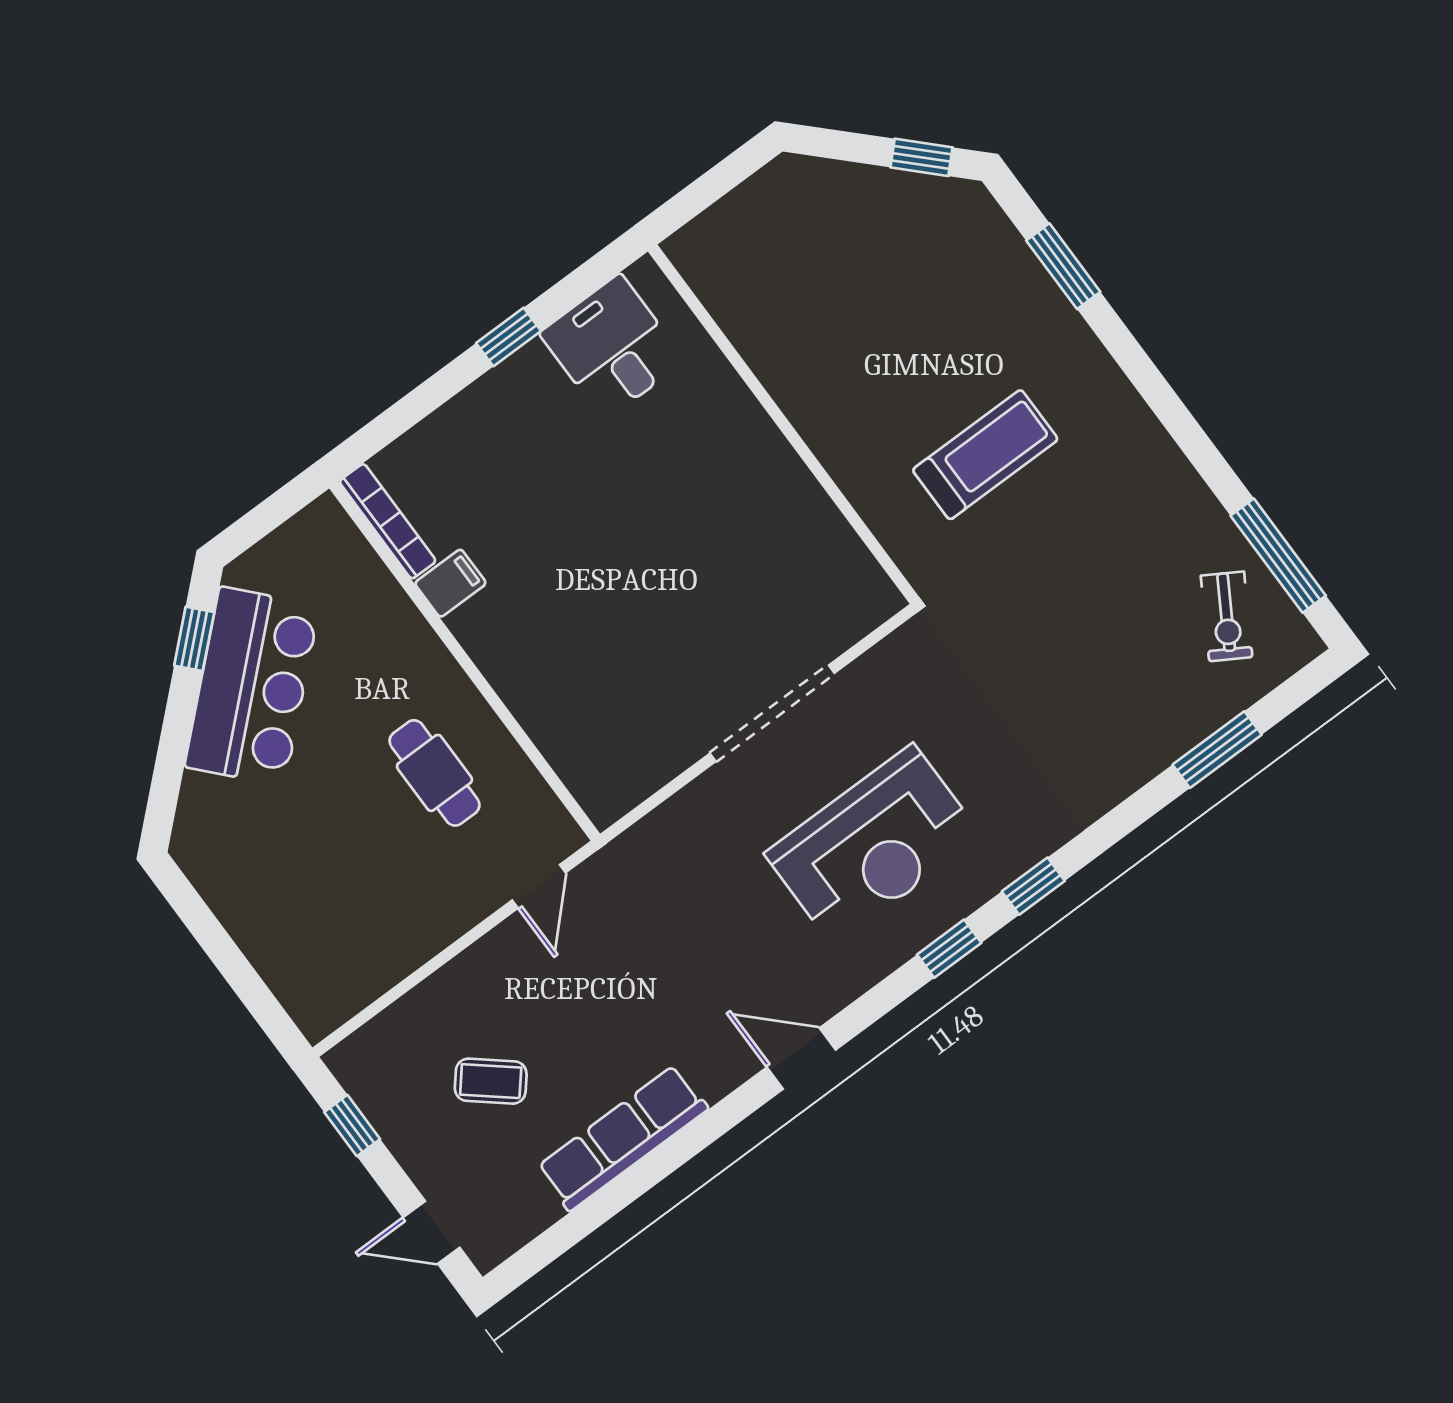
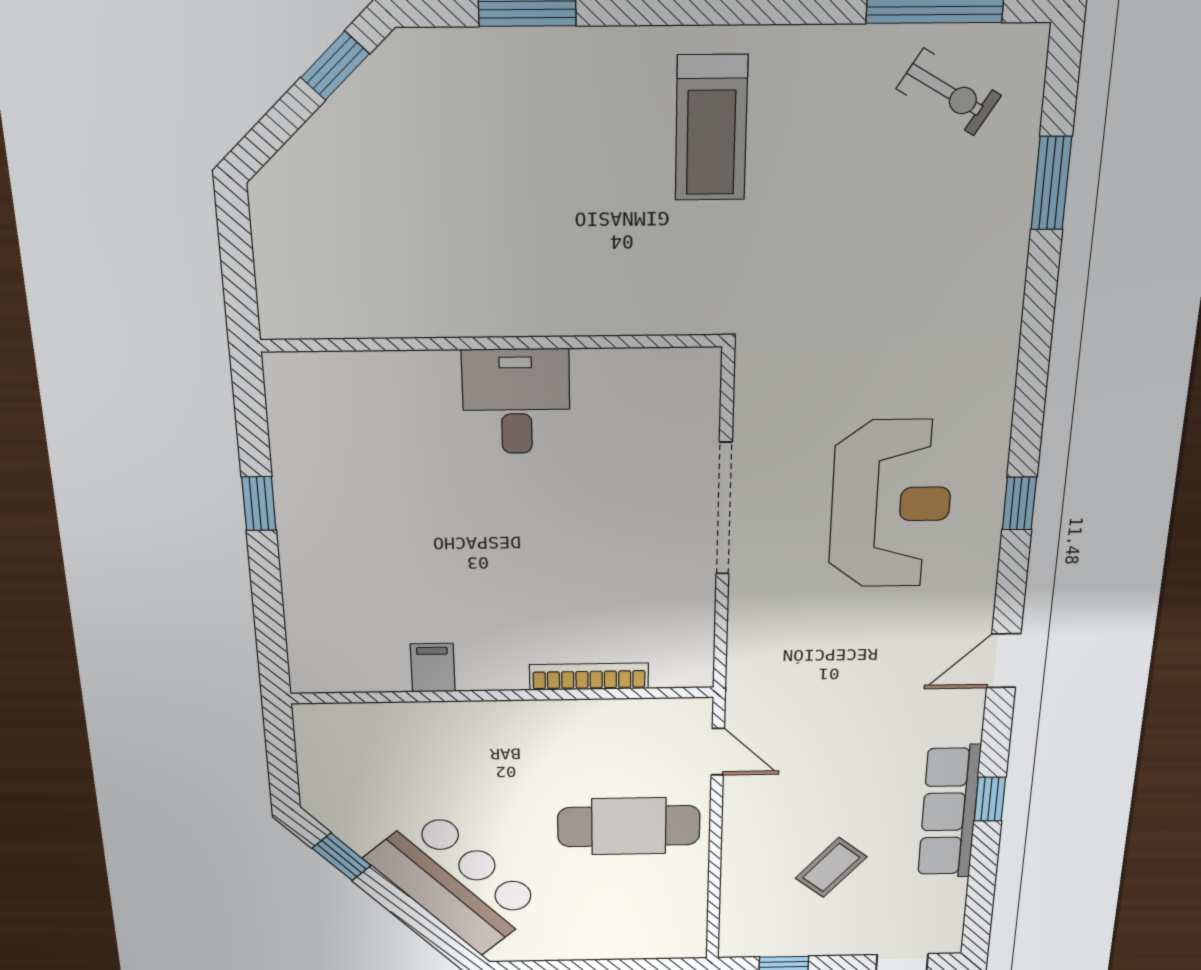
desk: (612, 347) -> (516, 401), moved, turned 90
treadmill: (985, 455) -> (711, 128), moved, turned 180
bookcase: (388, 521) -> (589, 677), moved
bar counter: (252, 686) -> (456, 882), moved
cafe table: (435, 773) -> (629, 826), moved, width x1.37, depth x1.35
window: (1033, 886) -> (990, 799), moved

